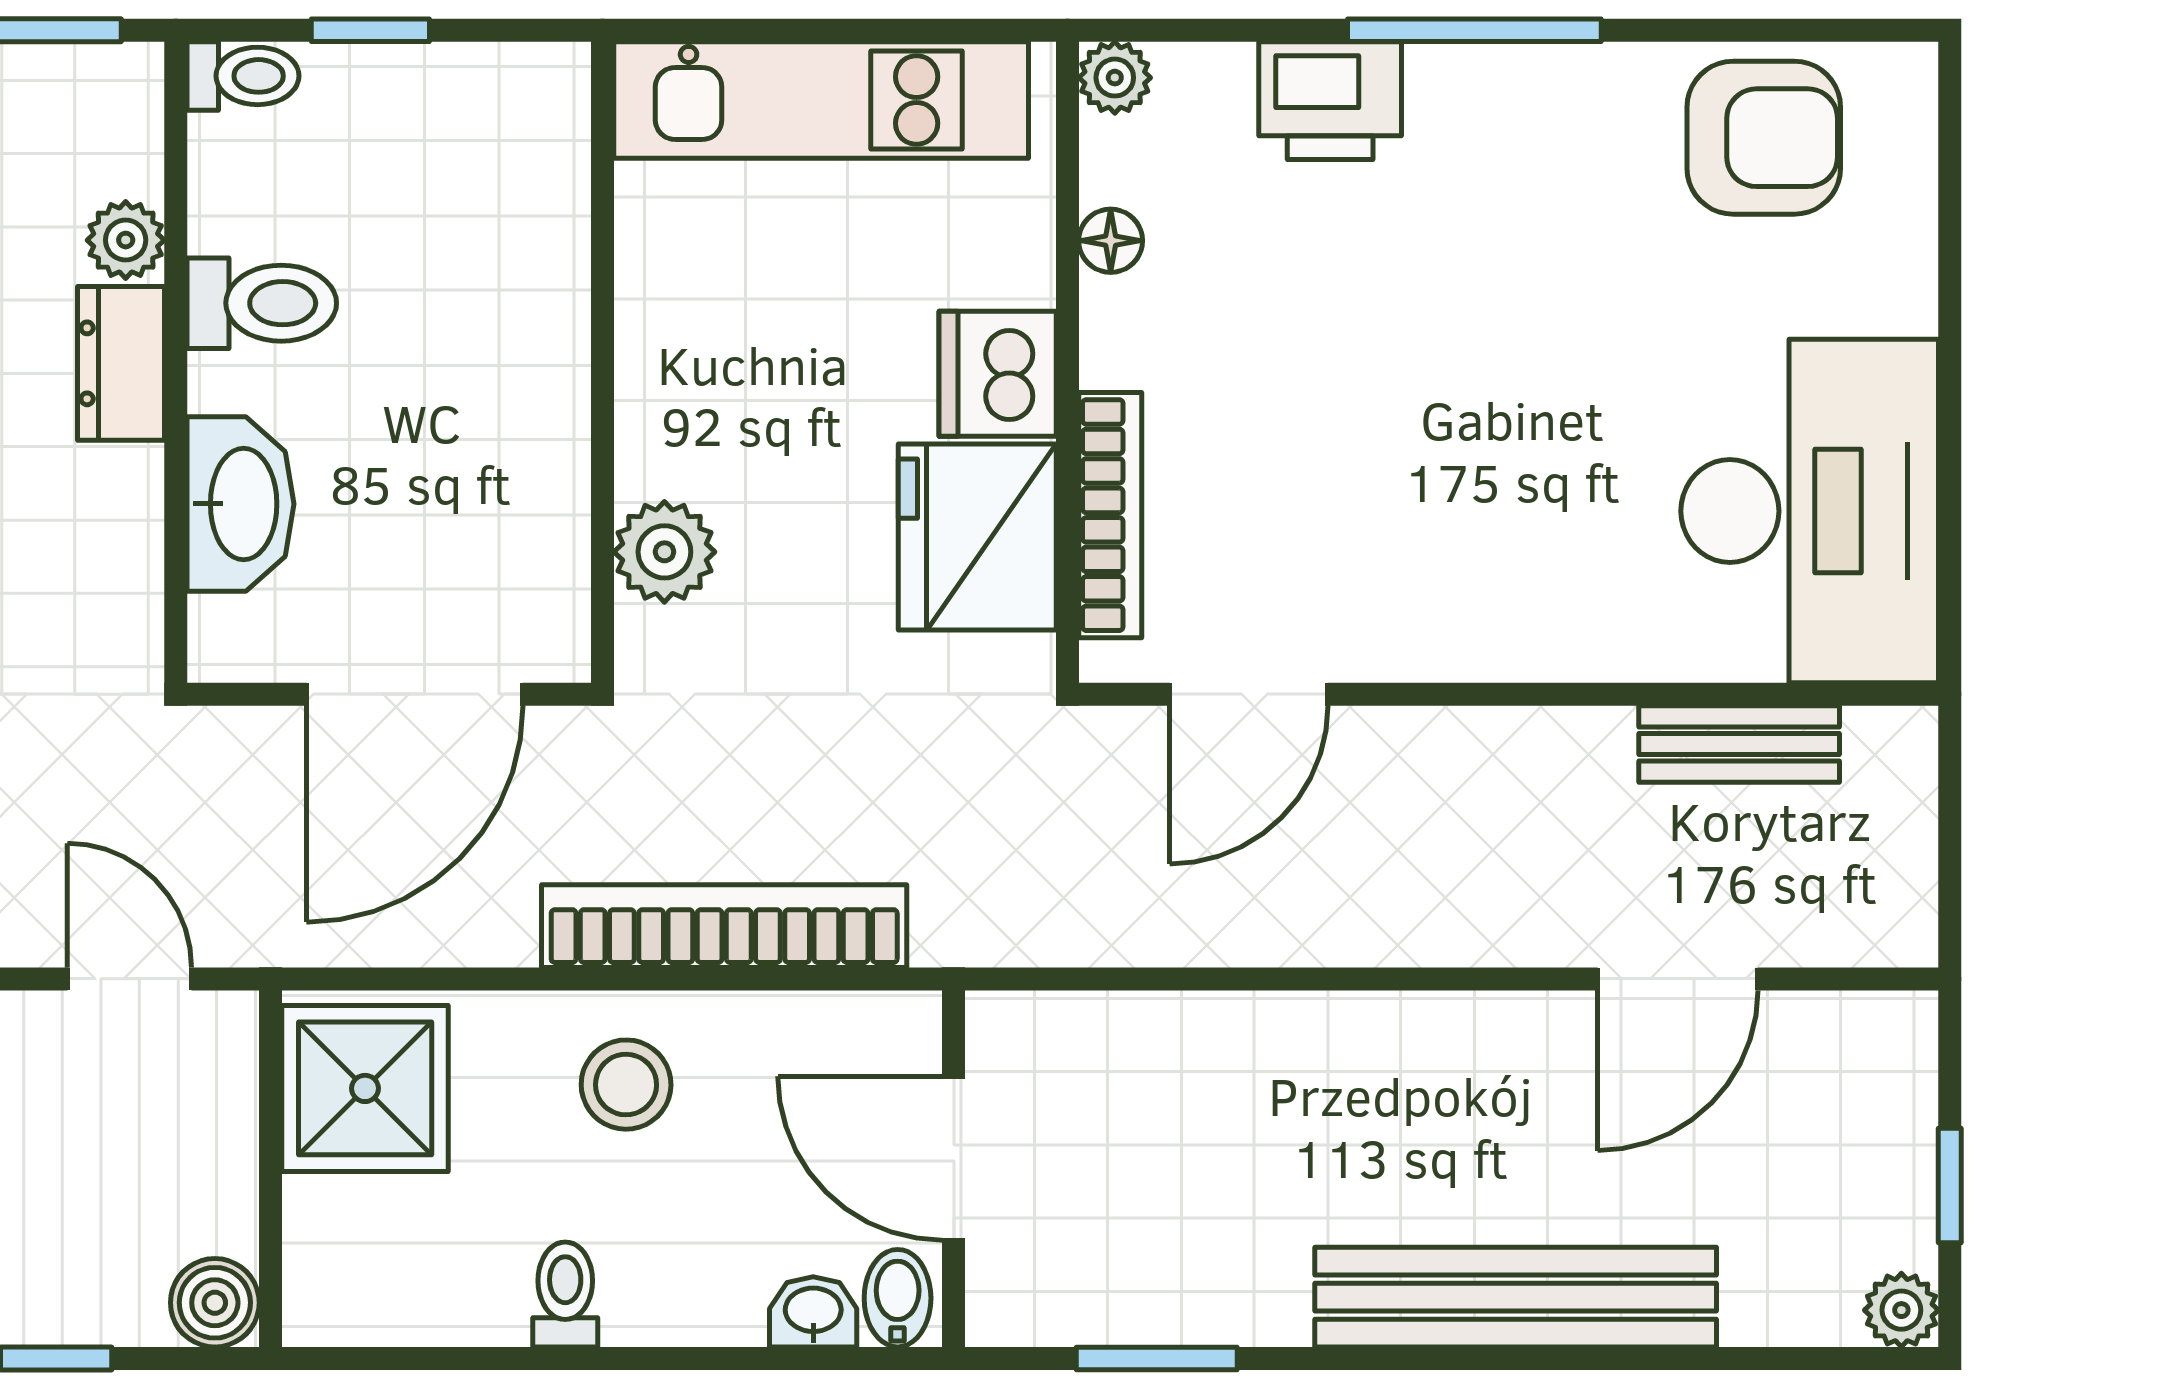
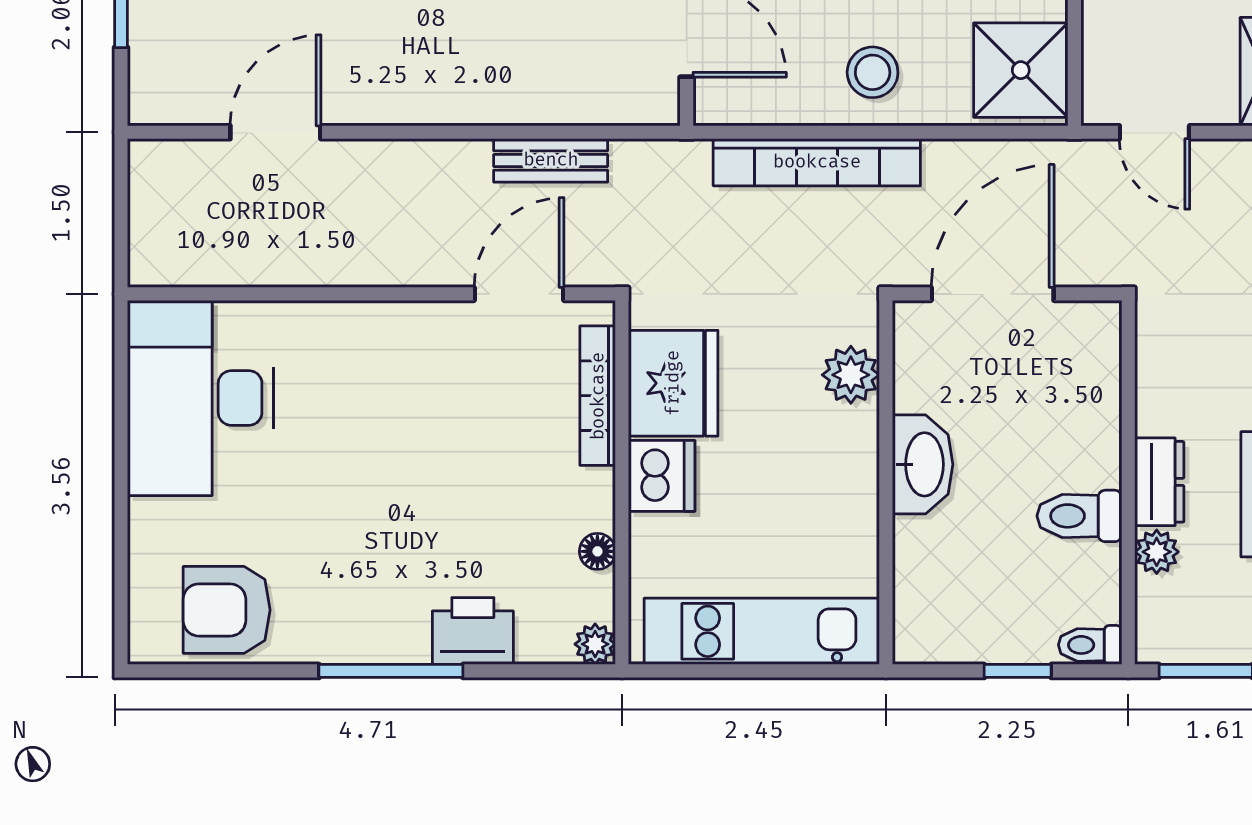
washbasin: (240, 504) -> (923, 464), moved, turned 180
bench: (1739, 744) -> (551, 160), moved

